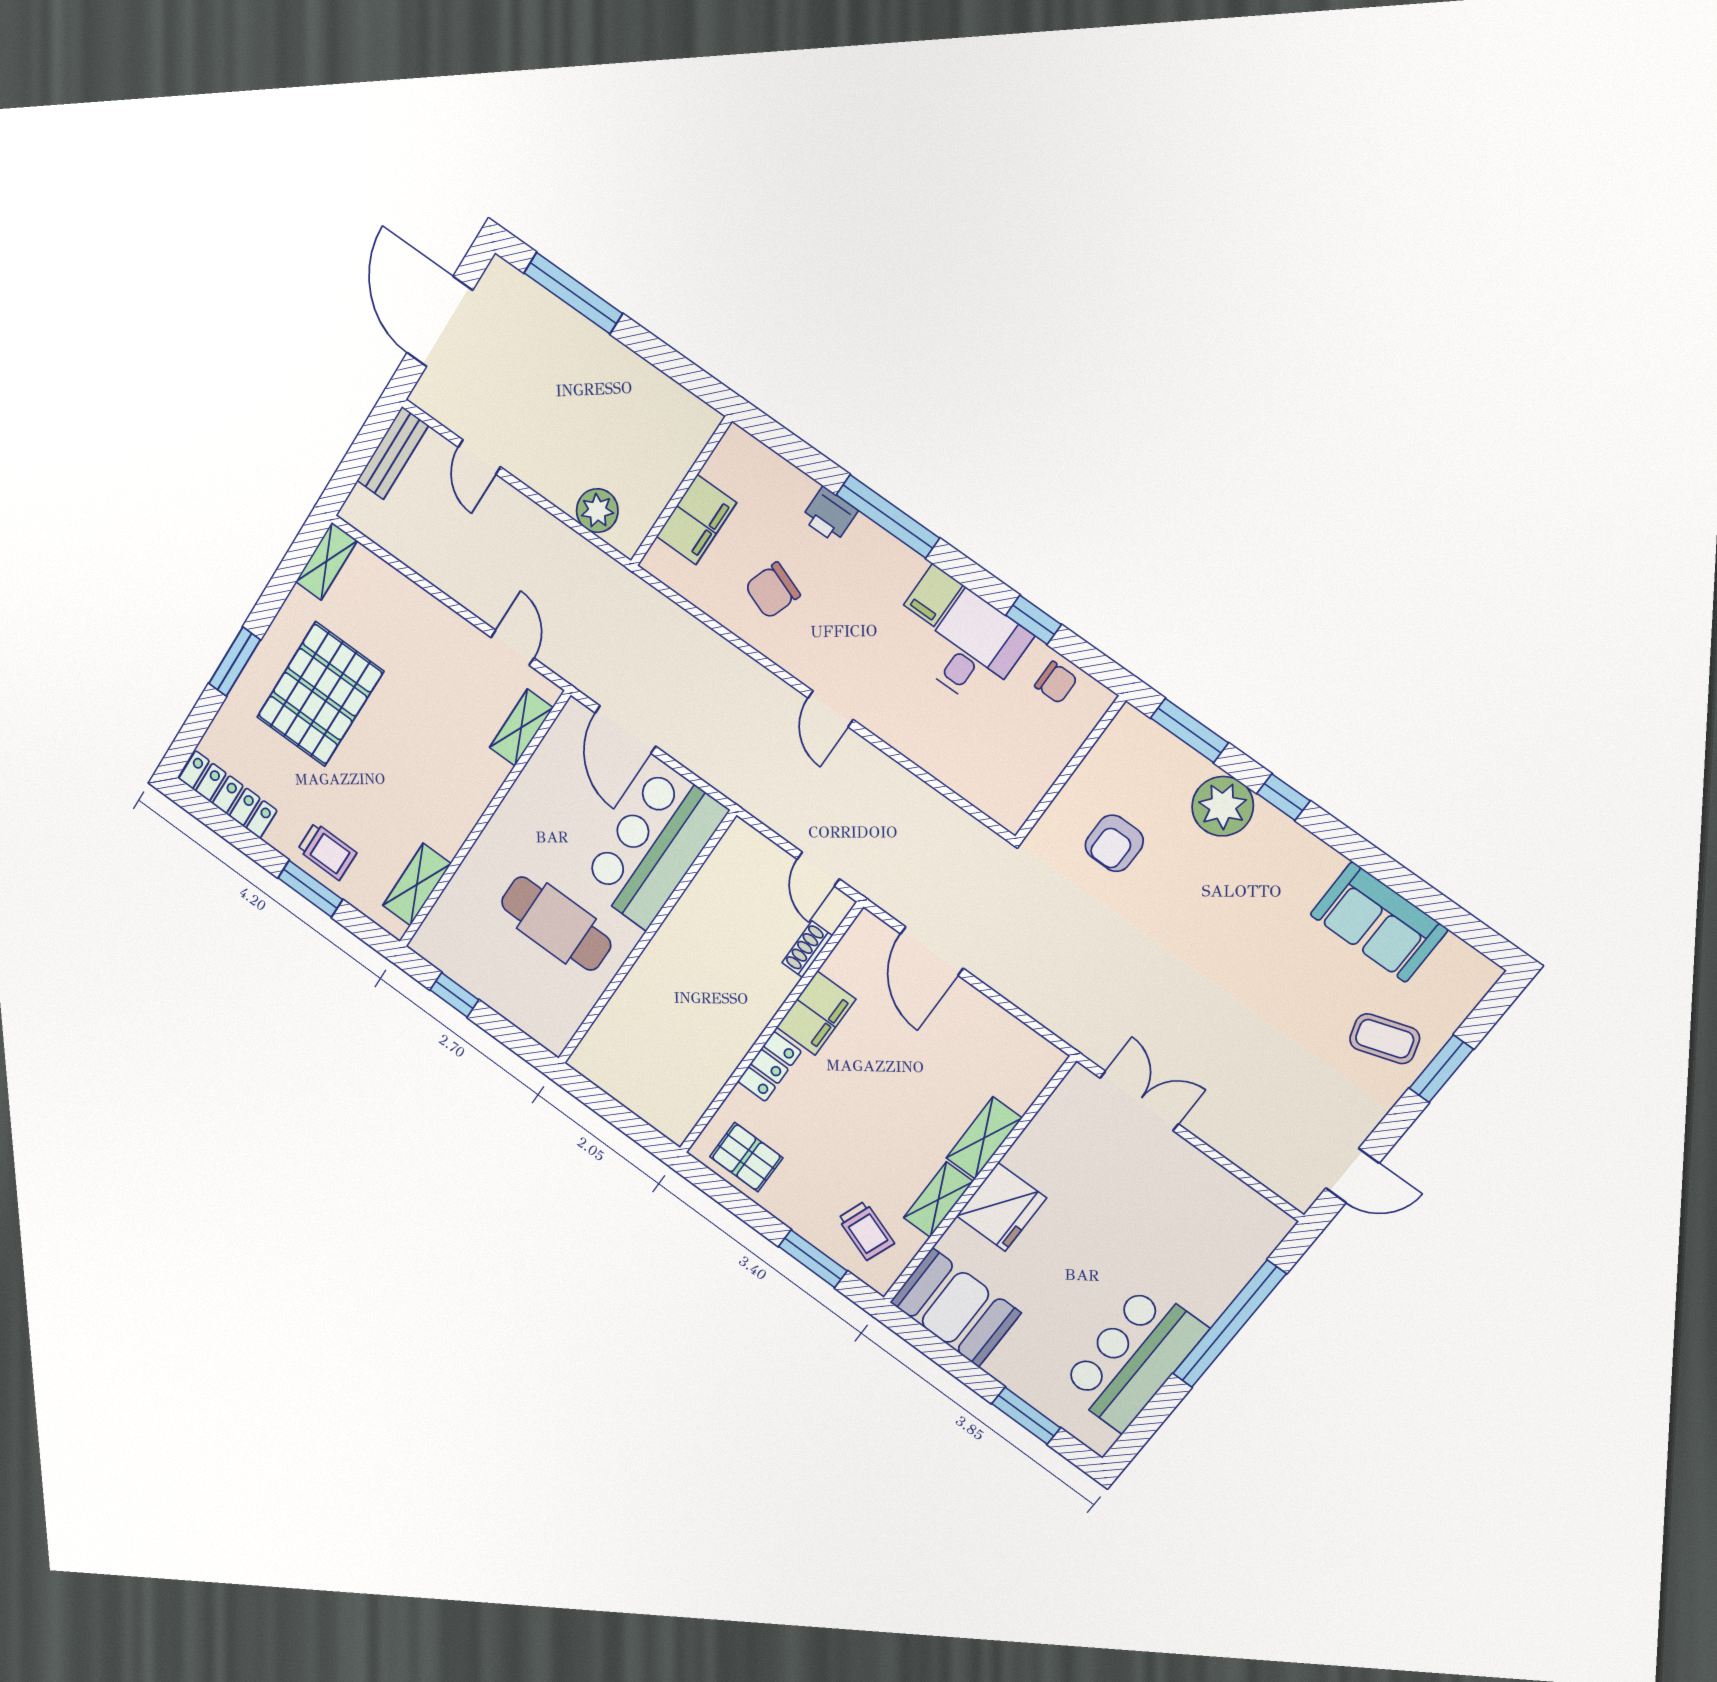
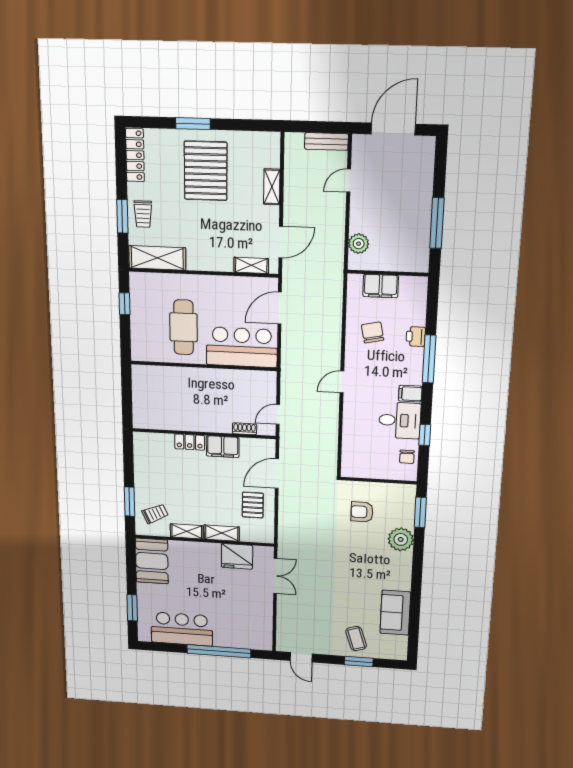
window: (573, 293) -> (437, 223), moved
shelving: (326, 561) -> (272, 187), moved, turned 90
chair: (773, 590) -> (372, 332), turned 58
door: (512, 648) -> (281, 242), width x1.38
pallet: (320, 694) -> (206, 171), turned 90
window: (1283, 797) -> (418, 557), removed
shelving: (417, 885) -> (157, 258), width x1.50, depth x1.33
pallet: (746, 1157) -> (253, 505), moved
fridge: (1001, 1207) -> (237, 556), moved
trolley: (866, 1231) -> (155, 514), turned -135

